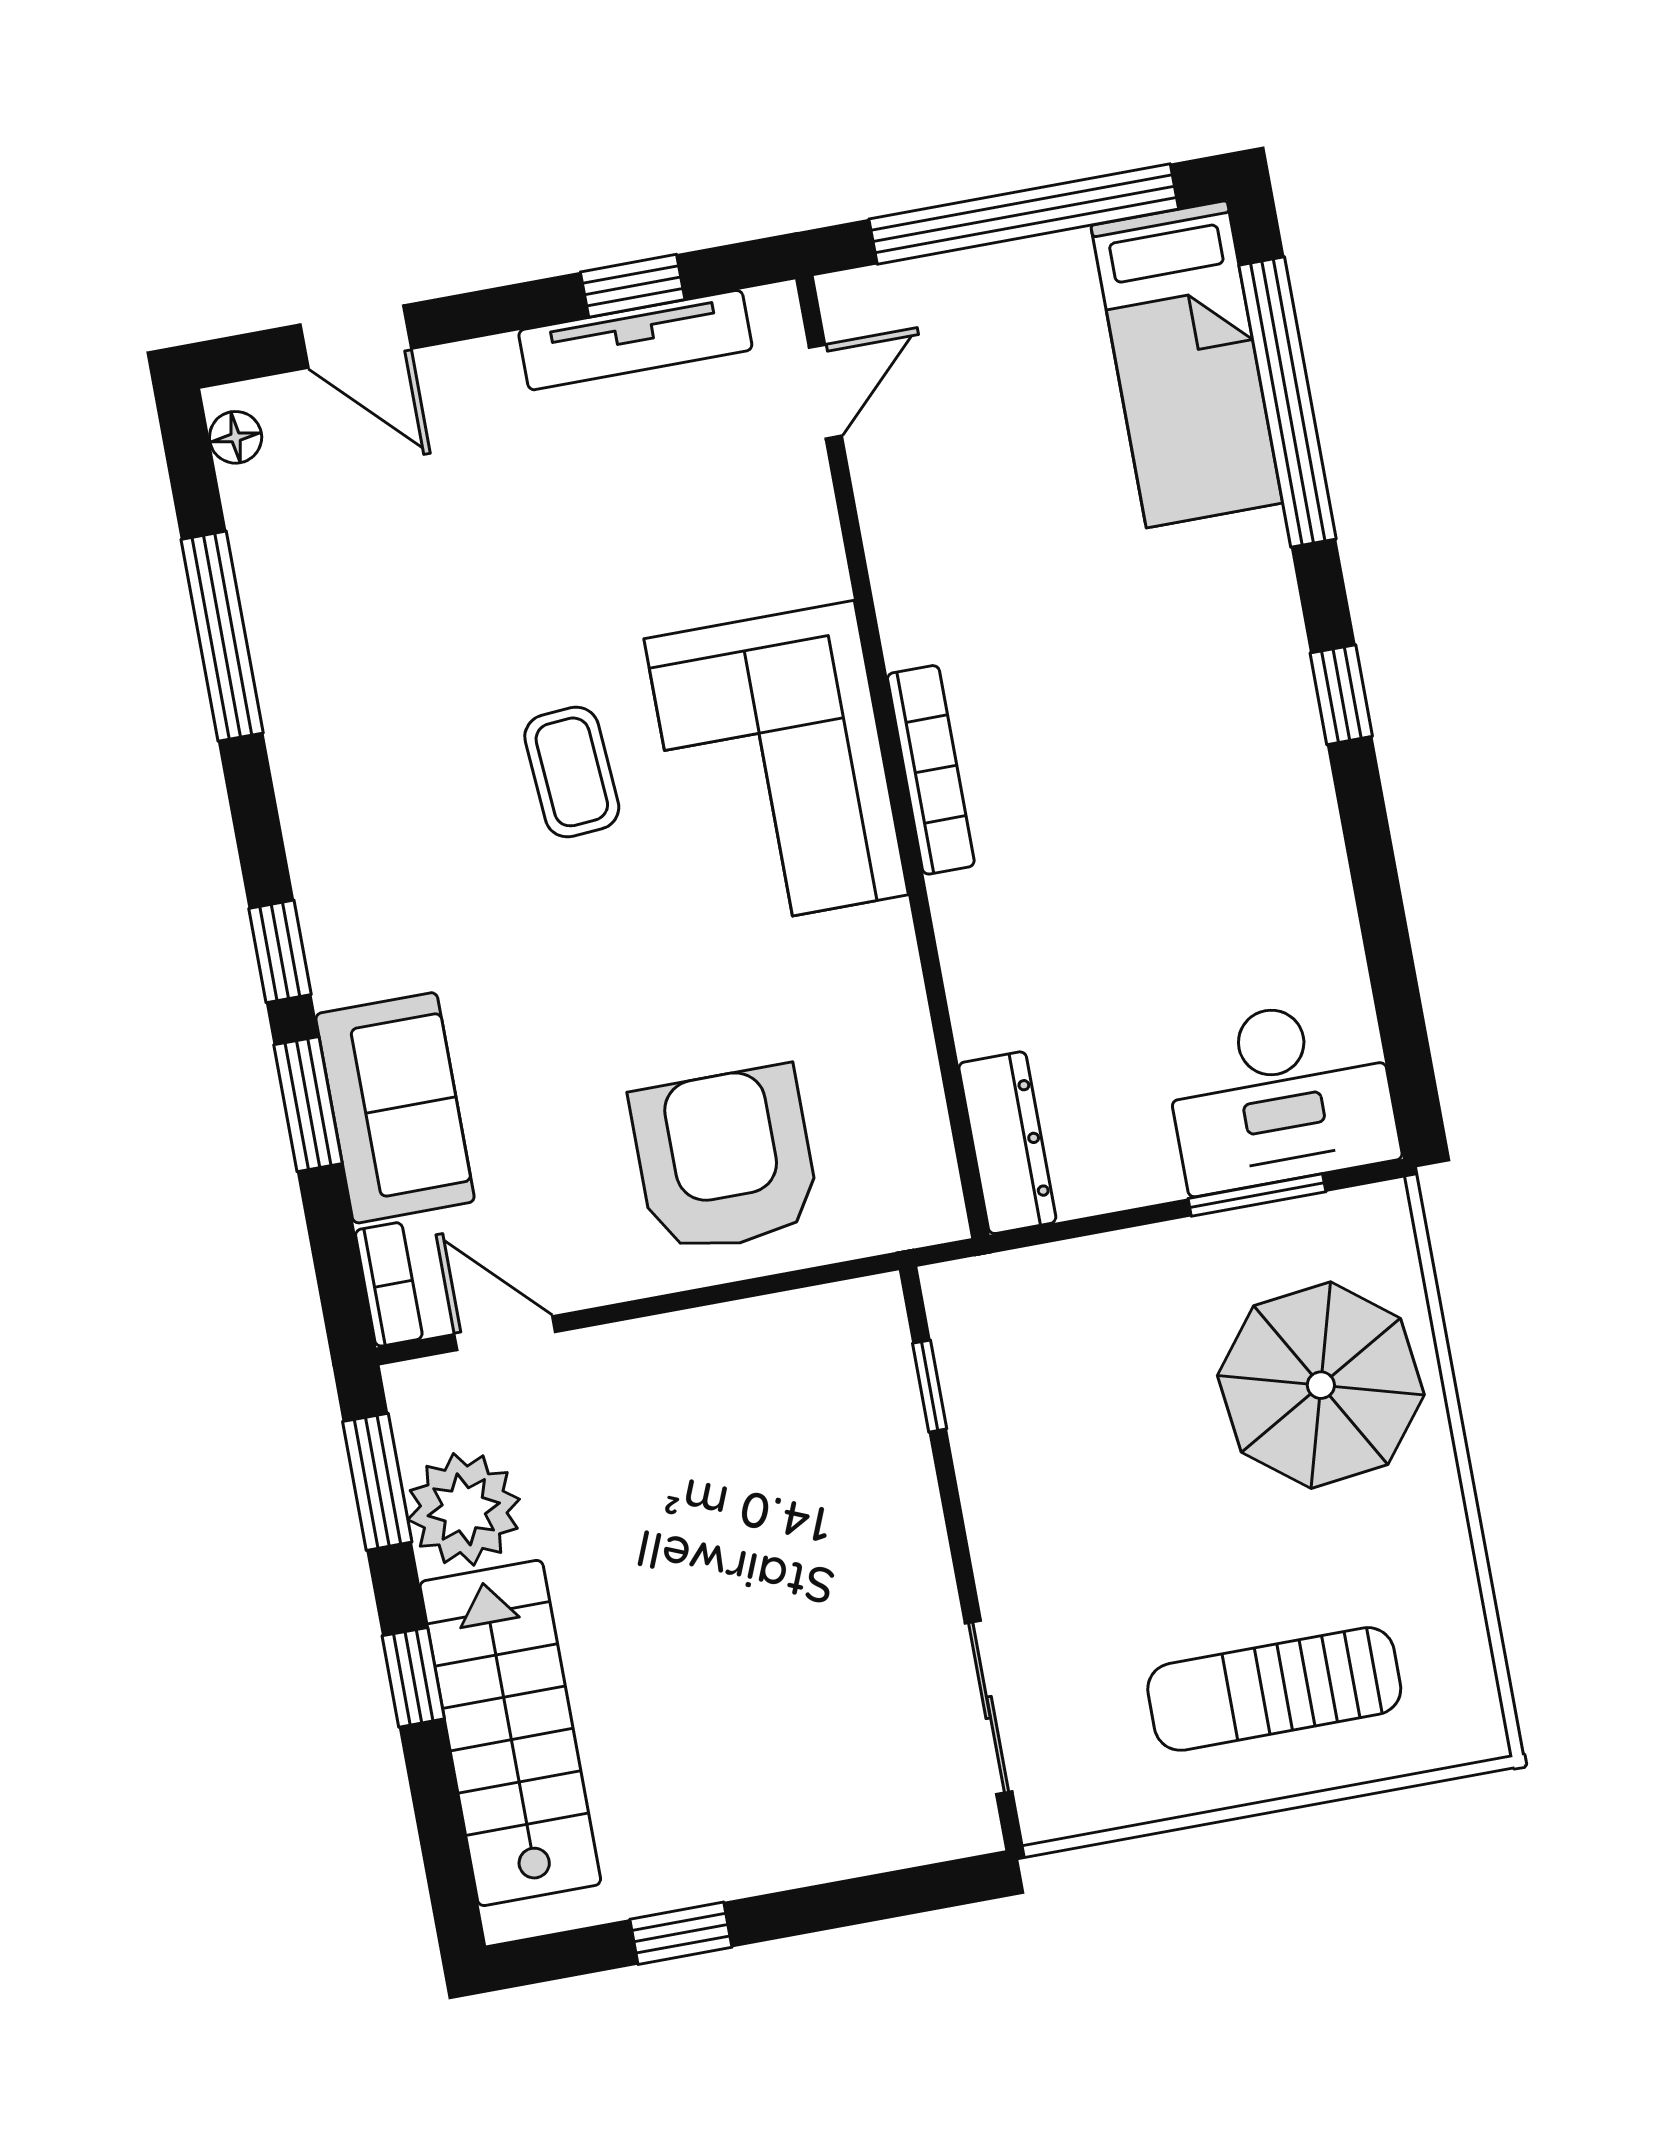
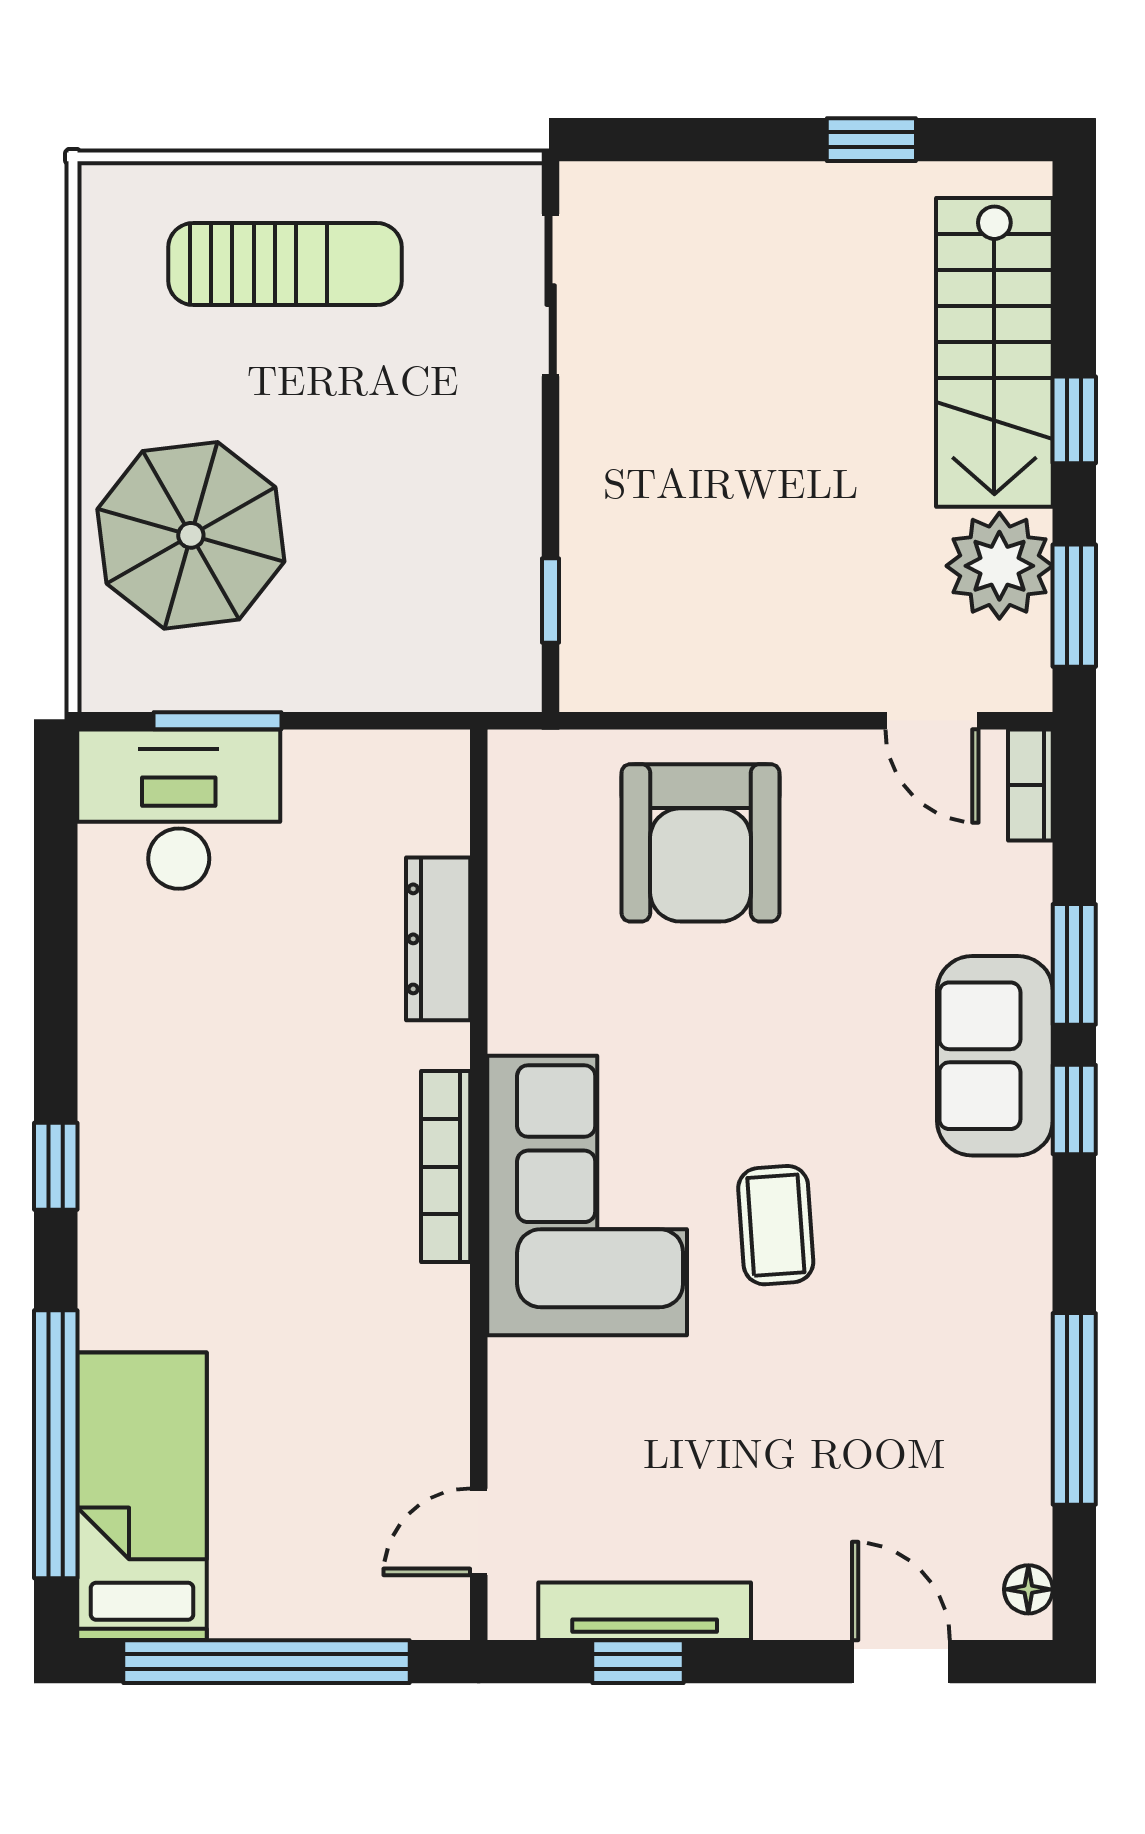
sofa: (395, 1108) -> (995, 1056), moved
dresser: (1007, 1143) -> (438, 939), moved

